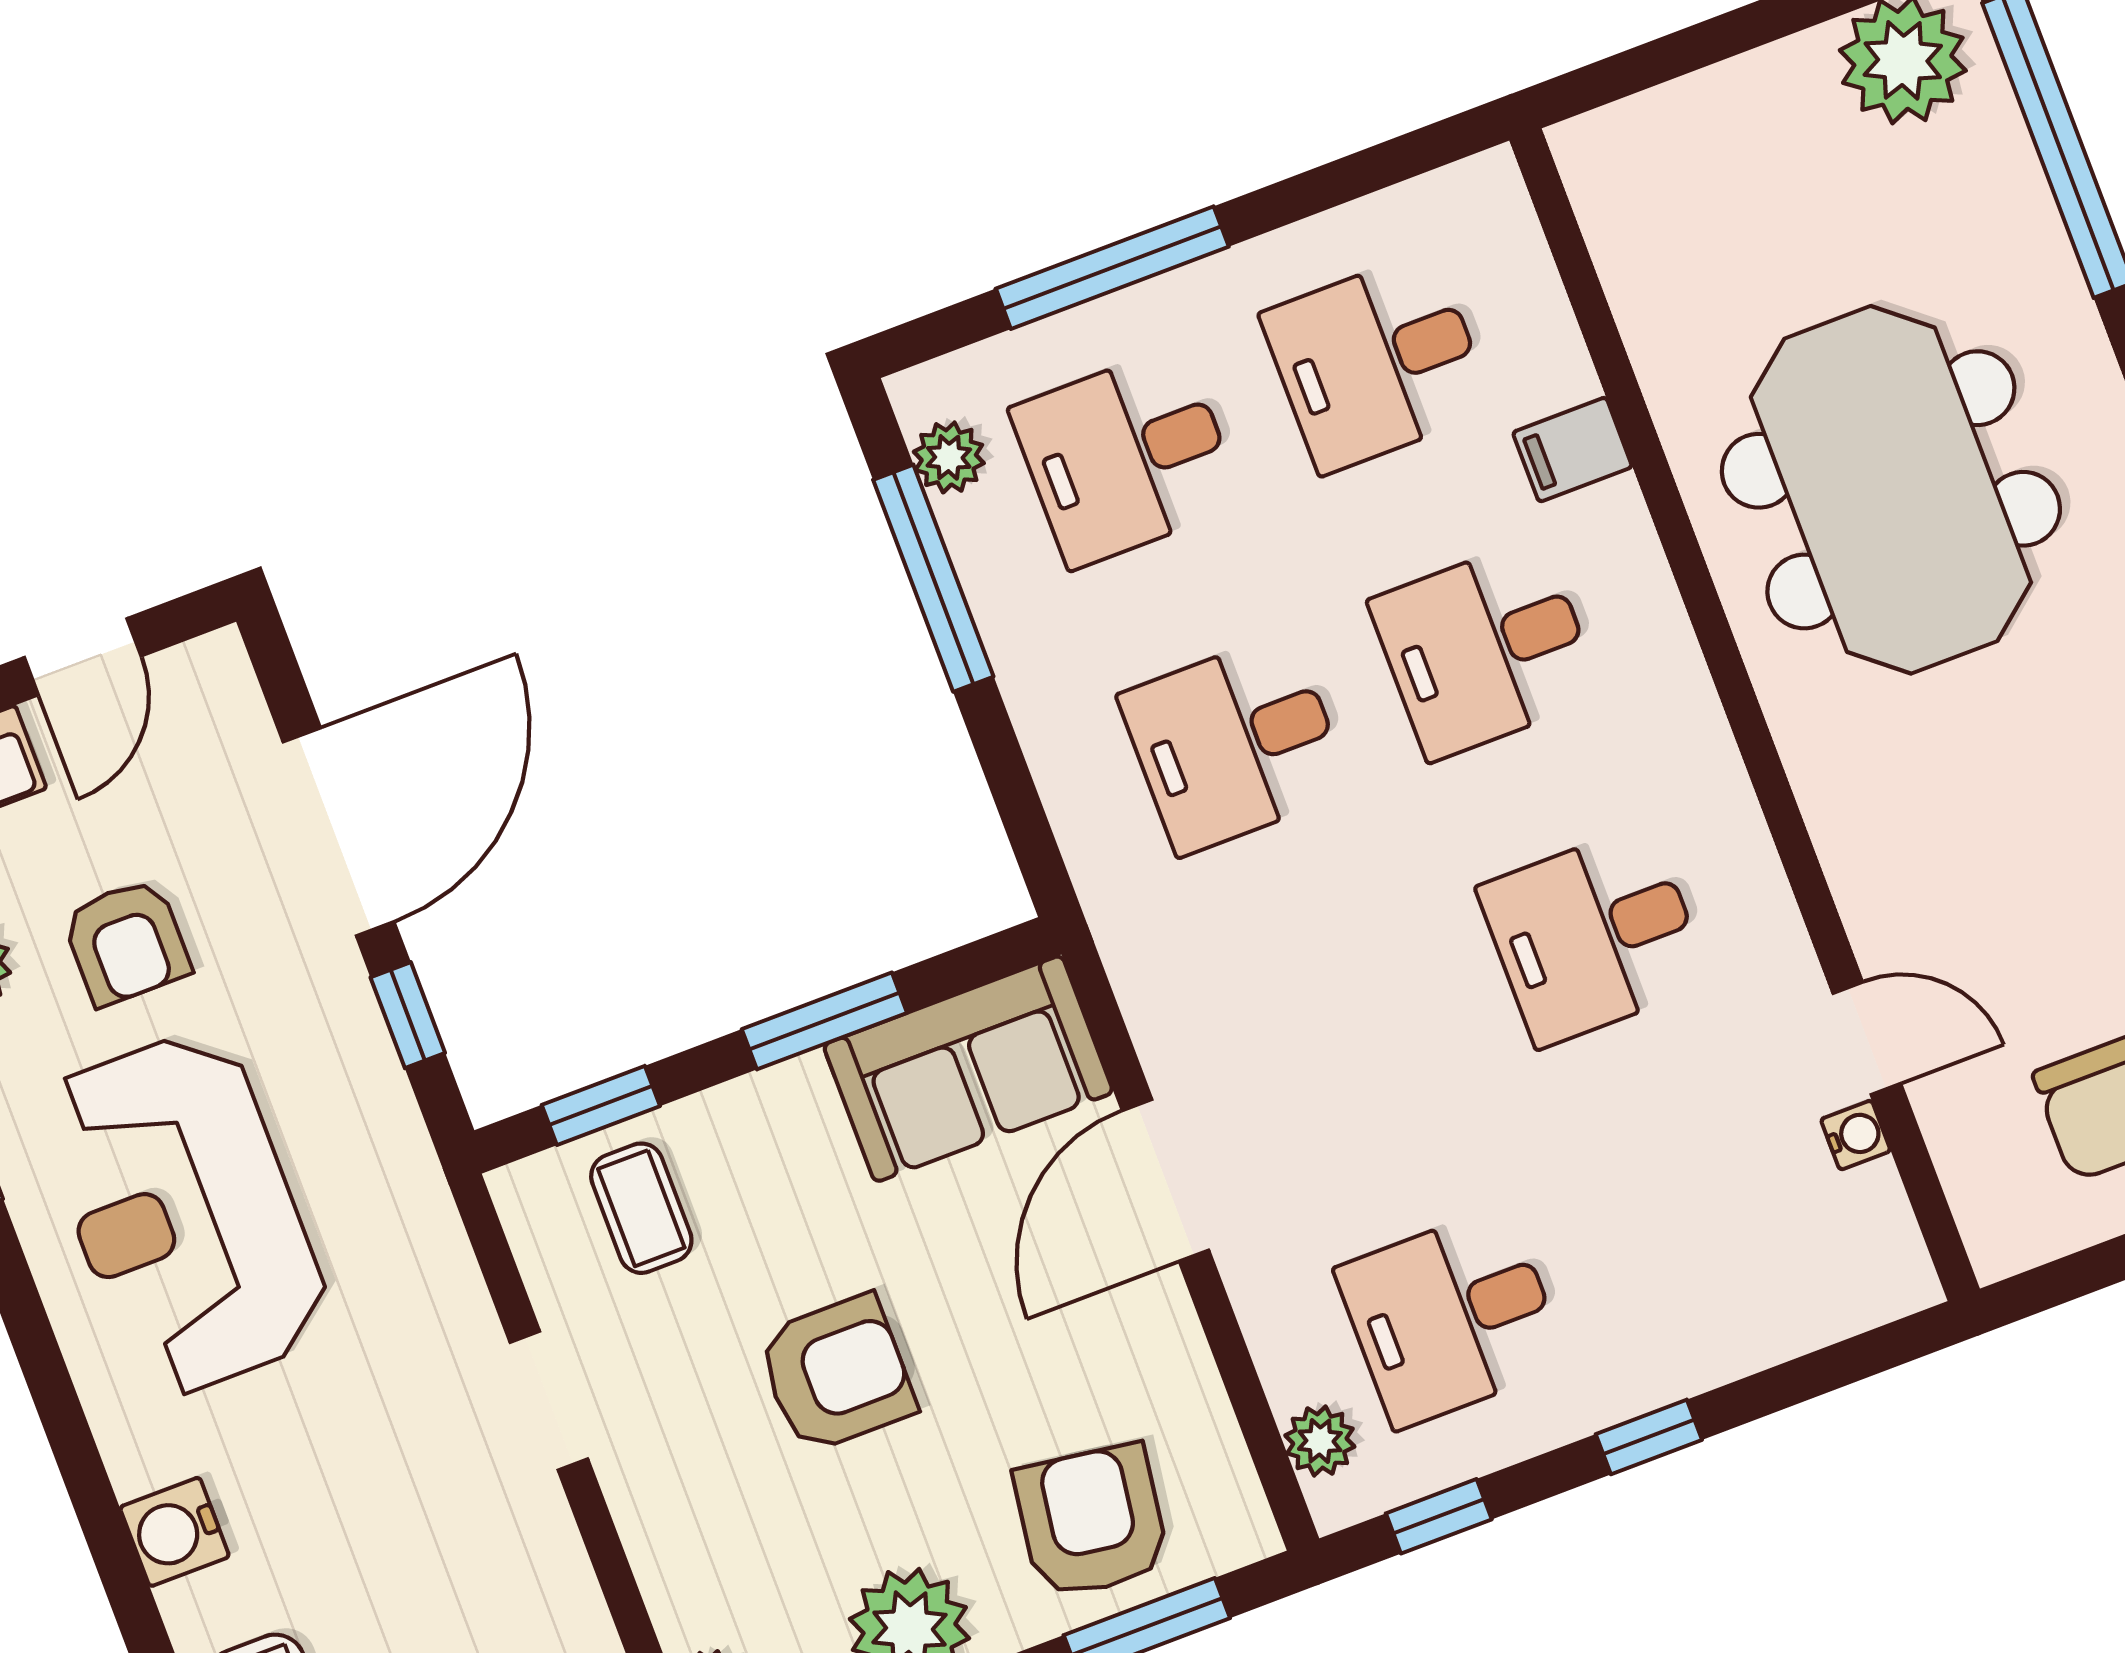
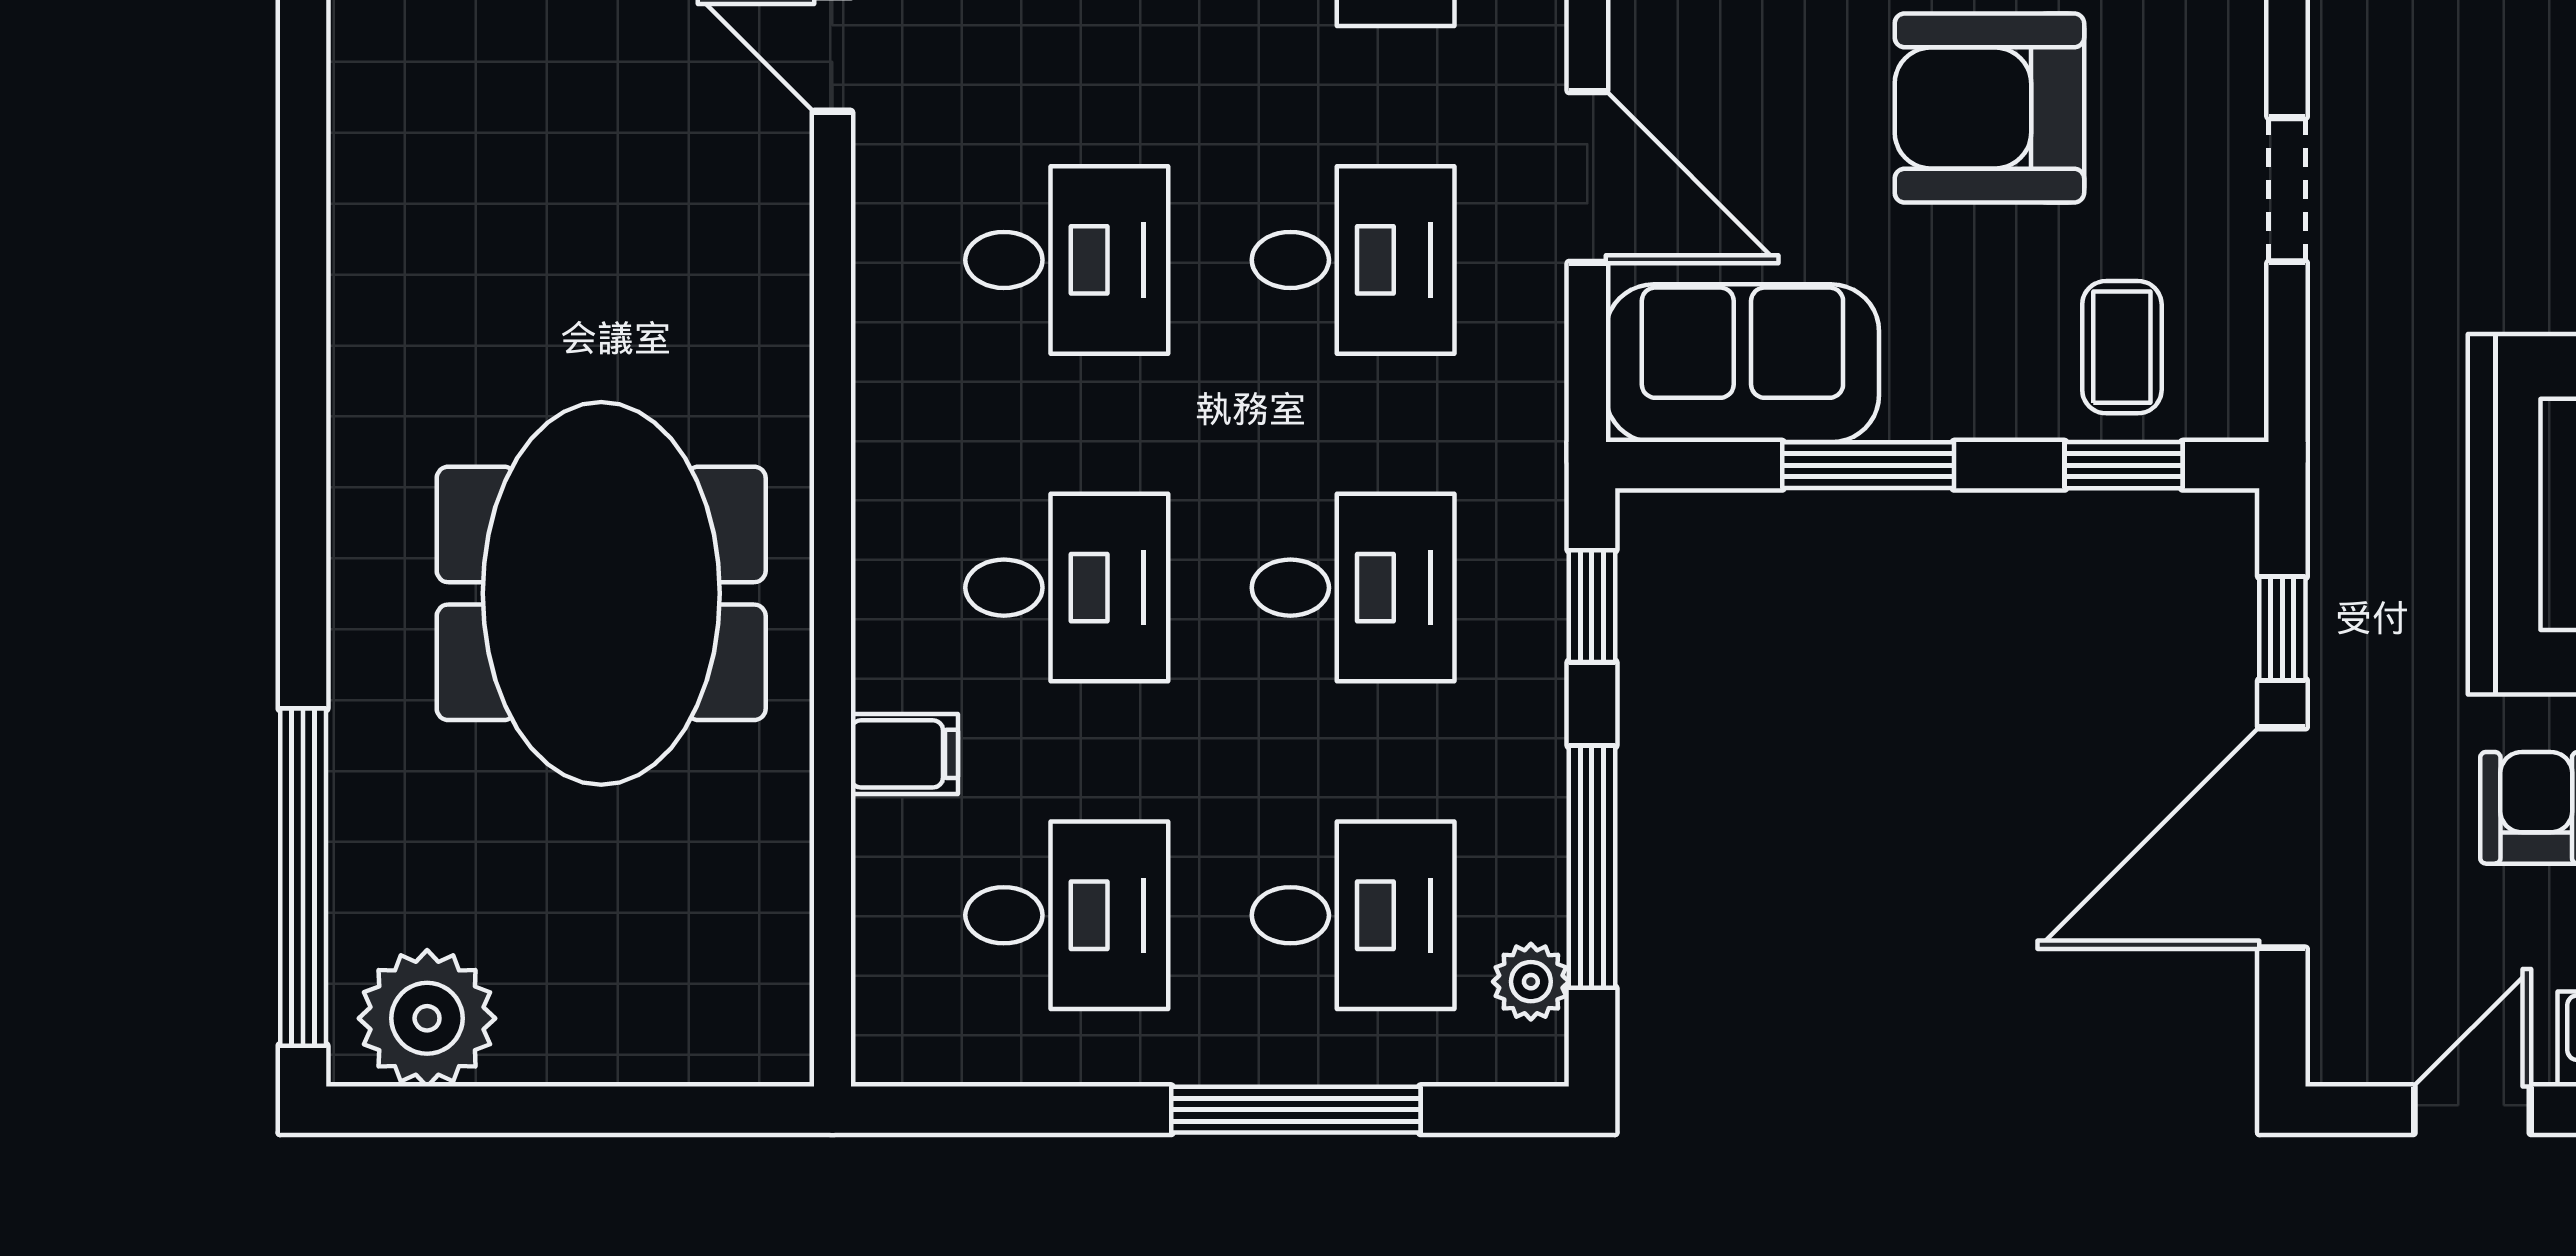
window: (1020, 806) -> (1592, 606), added
desk: (1343, 1030) -> (1353, 260), added
door: (1165, 1180) -> (1587, 177), hinge flipped
armchair: (836, 1374) -> (1989, 108), width x1.36, depth x1.36

